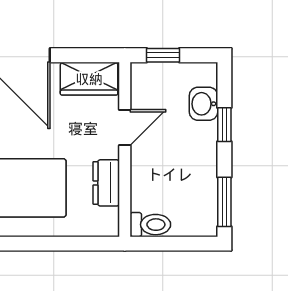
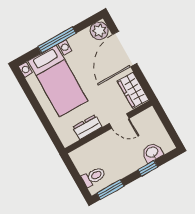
window: (163, 55) -> (165, 120), removed
toilet: (150, 225) -> (94, 177), moved, turned -90

